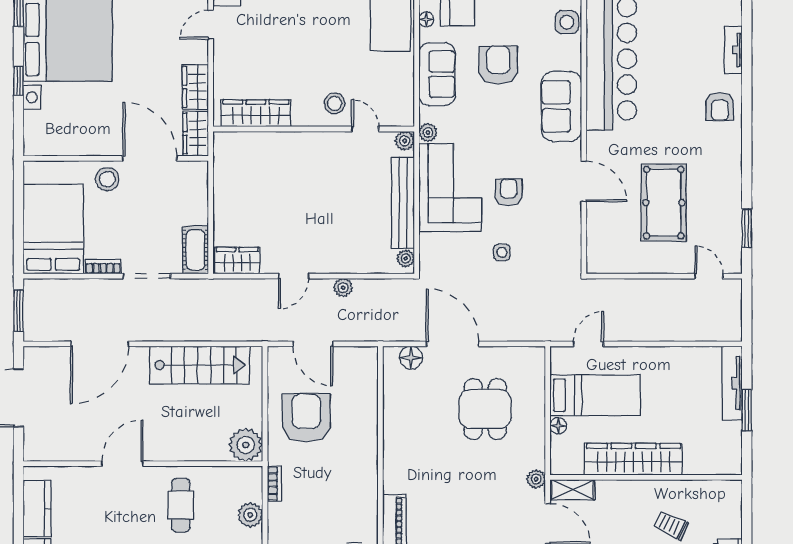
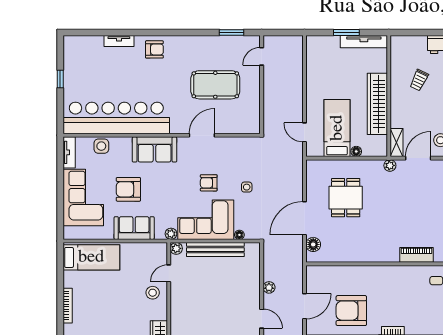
floor lamp: (426, 20) -> (239, 235), moved
plant: (406, 259) -> (251, 248), removed
tv unit: (732, 383) -> (364, 42), moved
dining table: (485, 409) -> (346, 198), turned 90

